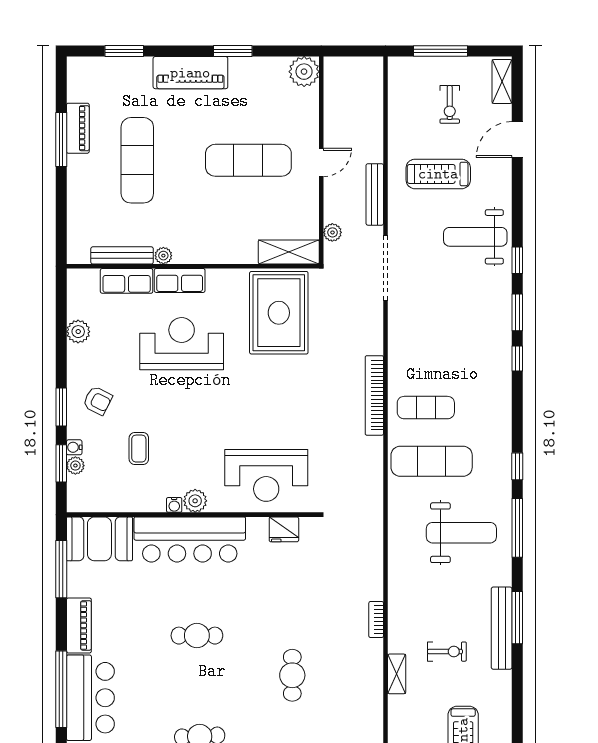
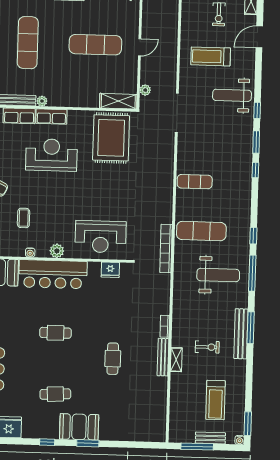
bench: (375, 194) -> (163, 357), moved
bookcase: (374, 395) -> (166, 249), moved
exercise mat: (426, 408) -> (195, 182), moved
water cooler: (174, 505) -> (30, 253), moved

